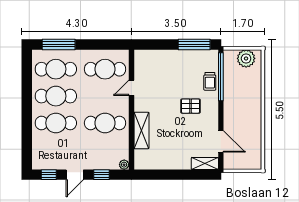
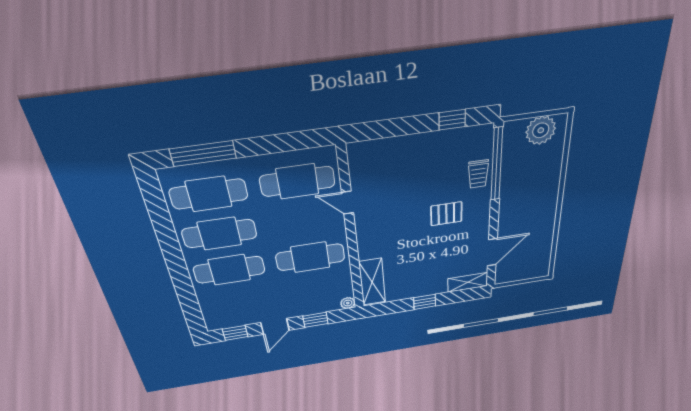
window: (194, 44) -> (452, 120), width x0.46
door: (131, 88) -> (347, 203), hinge flipped
shelving: (141, 130) -> (372, 282), moved
door: (221, 141) -> (492, 252), hinge flipped
window: (175, 175) -> (425, 302), added

